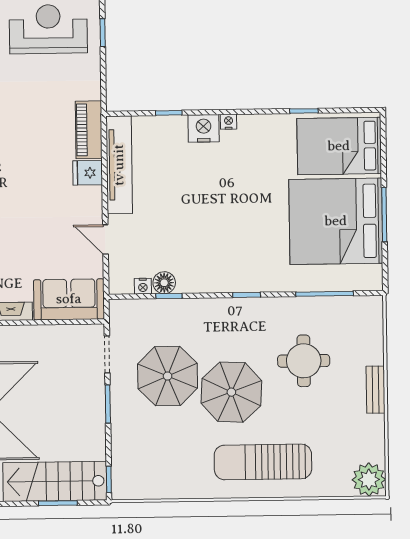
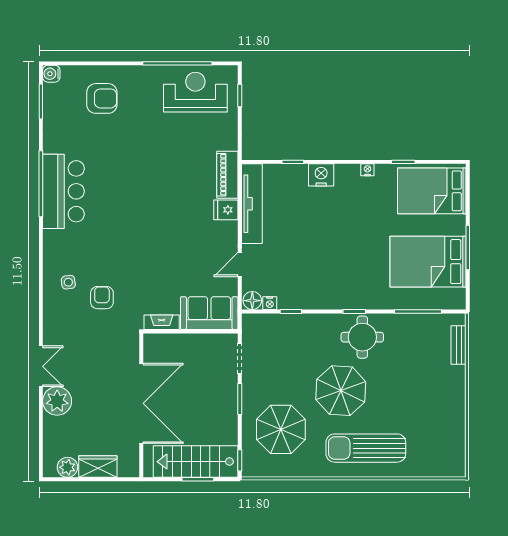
nightstand: (229, 122) -> (367, 170), moved
bed: (336, 221) -> (428, 262), width x0.73
door: (105, 239) -> (240, 265), hinge flipped
floor lamp: (164, 283) -> (252, 301), moved
round table: (304, 361) -> (362, 337), moved
parasol: (168, 376) -> (281, 429), moved
bench: (375, 390) -> (459, 345), moved
plant: (369, 480) -> (452, 464), removed

